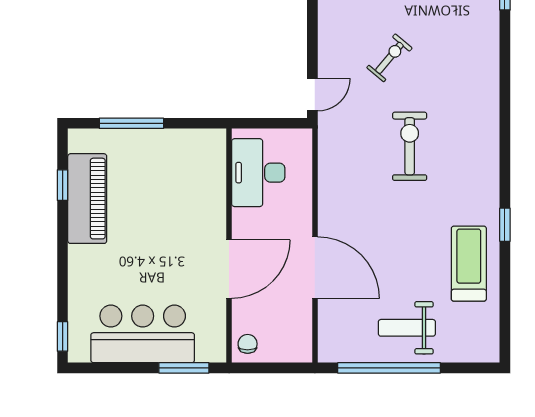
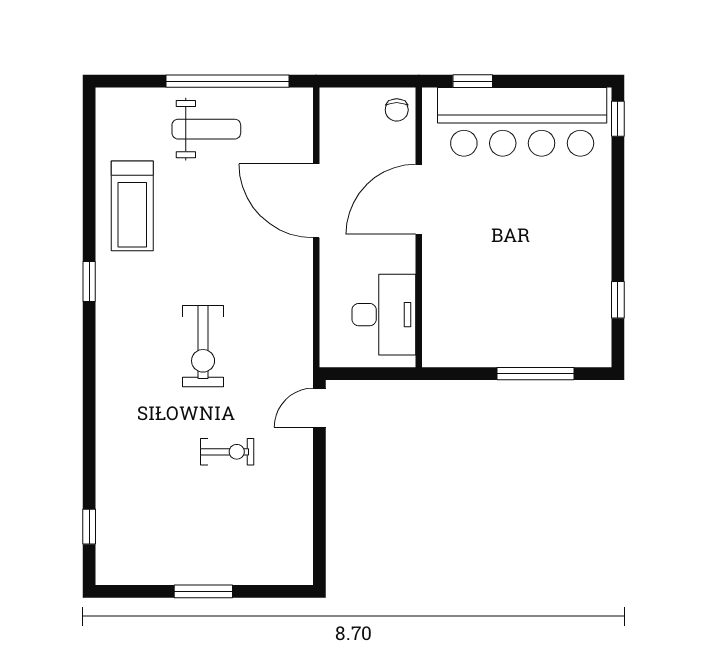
exercise bike: (389, 58) -> (227, 452), turned -130
piano: (87, 199) -> (588, 284), removed
window: (505, 225) -> (89, 282), moved
bar counter: (143, 334) -> (522, 122), width x1.36
window: (184, 368) -> (473, 81), width x0.67

